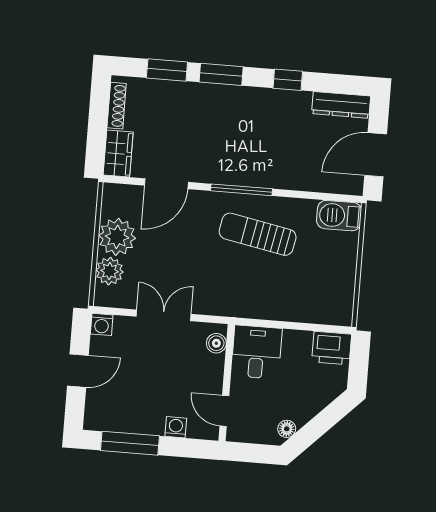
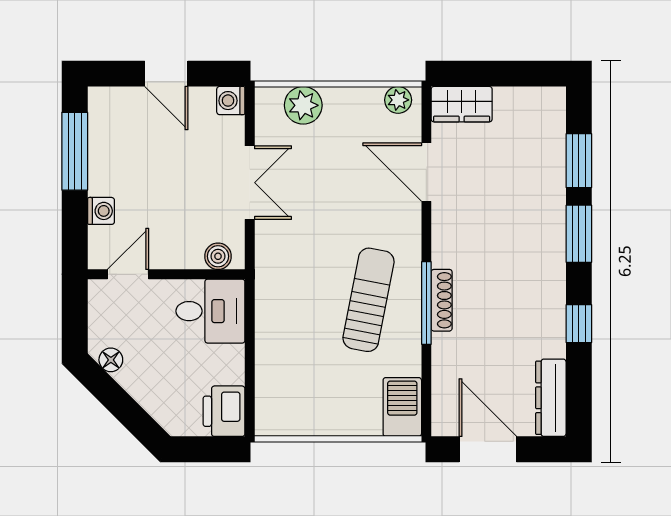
shoe rack: (117, 106) -> (442, 300), moved, turned -90
window: (242, 190) -> (426, 303), moved
plant: (117, 237) -> (398, 100), moved, width x0.53, depth x0.53

